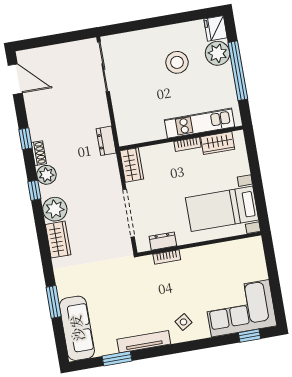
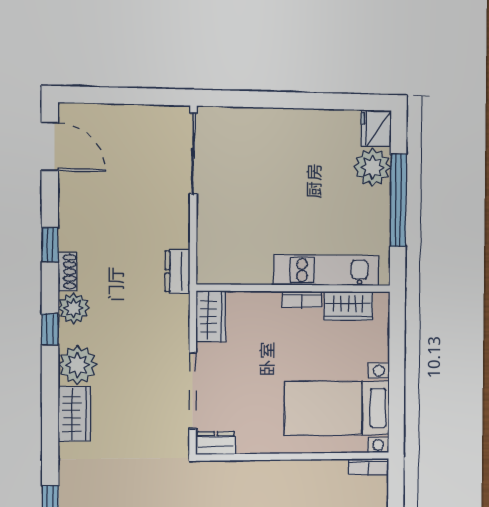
stool: (177, 62) -> (308, 169), removed
dresser: (163, 241) -> (216, 443), moved
bookcase: (167, 257) -> (369, 467), moved

